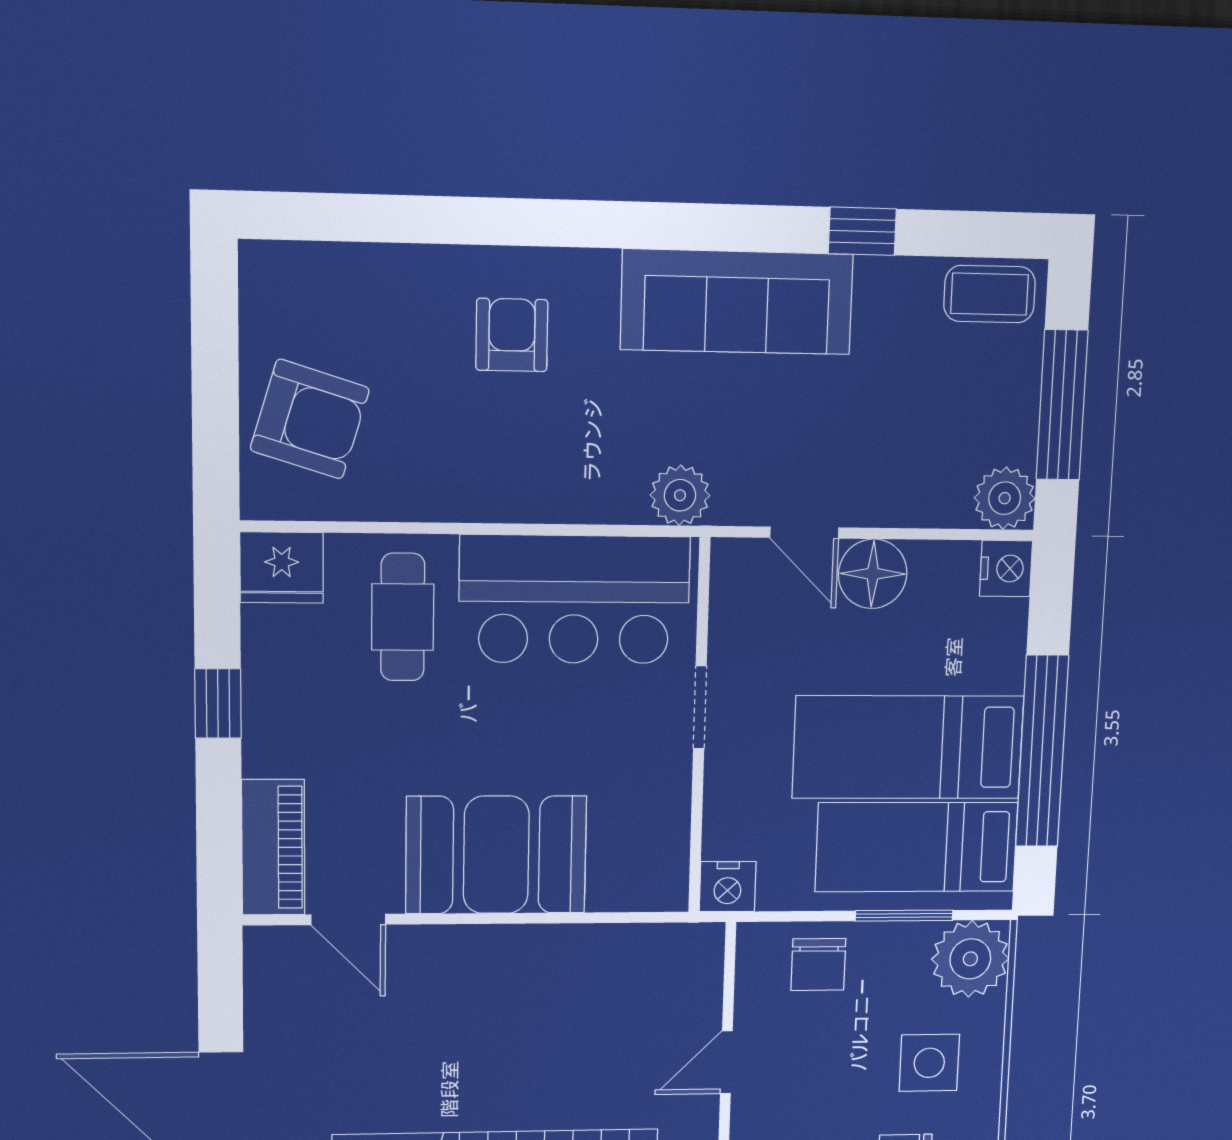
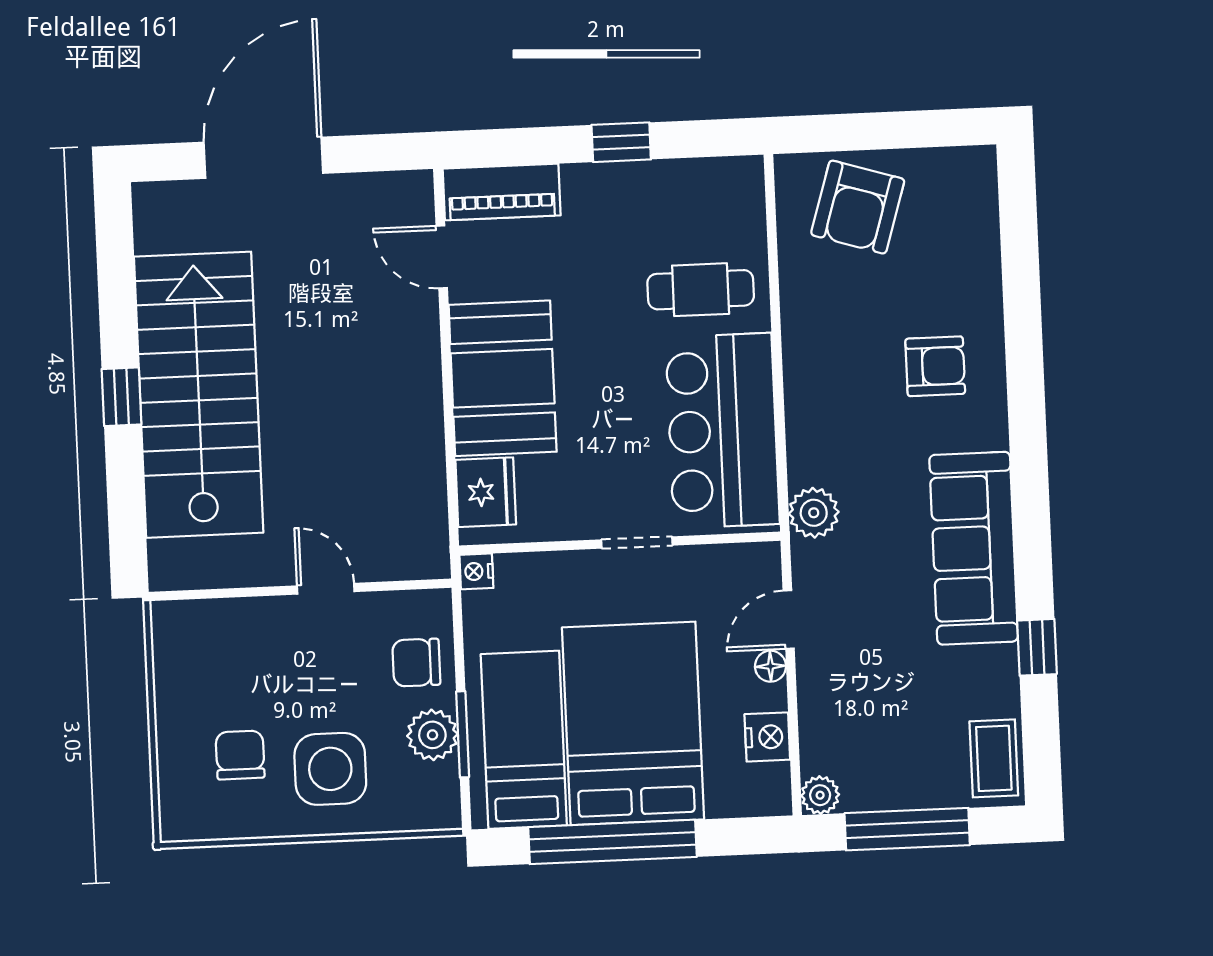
plant: (1005, 498) -> (820, 795), width x0.73, depth x0.73
fridge: (282, 568) -> (486, 492), moved, turned 180
nightstand: (1006, 568) -> (767, 737), moved, turned -90
floor lamp: (873, 574) -> (770, 666), width x0.53, depth x0.53
bed: (908, 747) -> (633, 723), width x1.50
nightstand: (728, 887) -> (476, 571), width x0.72, depth x0.74
door: (348, 919) -> (442, 257), hinge flipped
plant: (970, 959) -> (432, 735), moved, width x0.73, depth x0.73
side table: (929, 1063) -> (330, 769), width x1.37, depth x1.37

